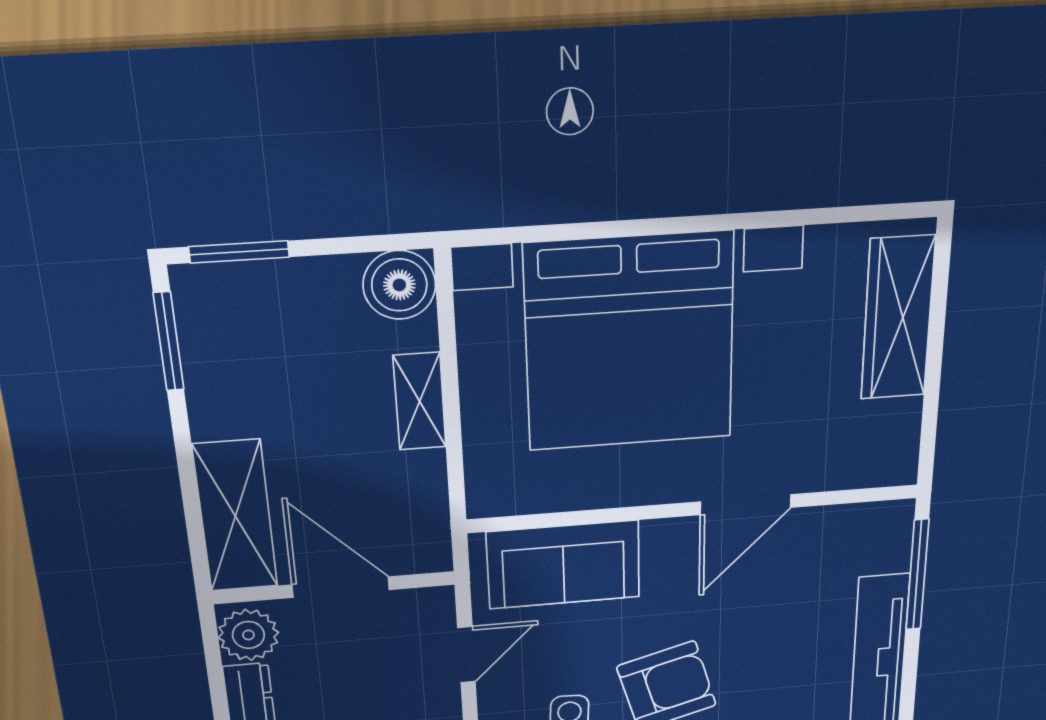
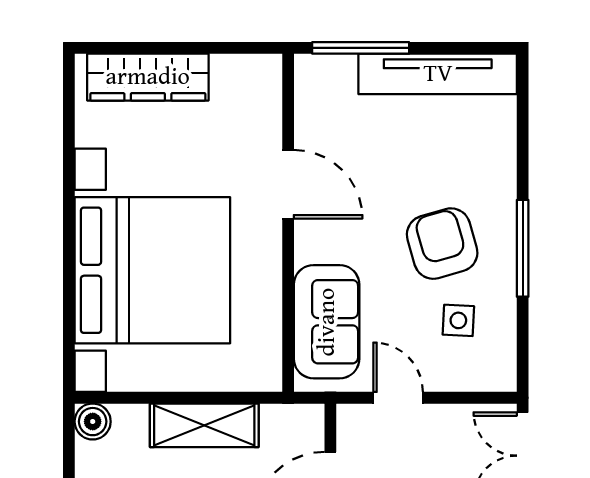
boiler: (399, 285) -> (93, 422), width x0.73, depth x0.73
shelving: (420, 401) -> (204, 425), width x1.50, depth x1.33

